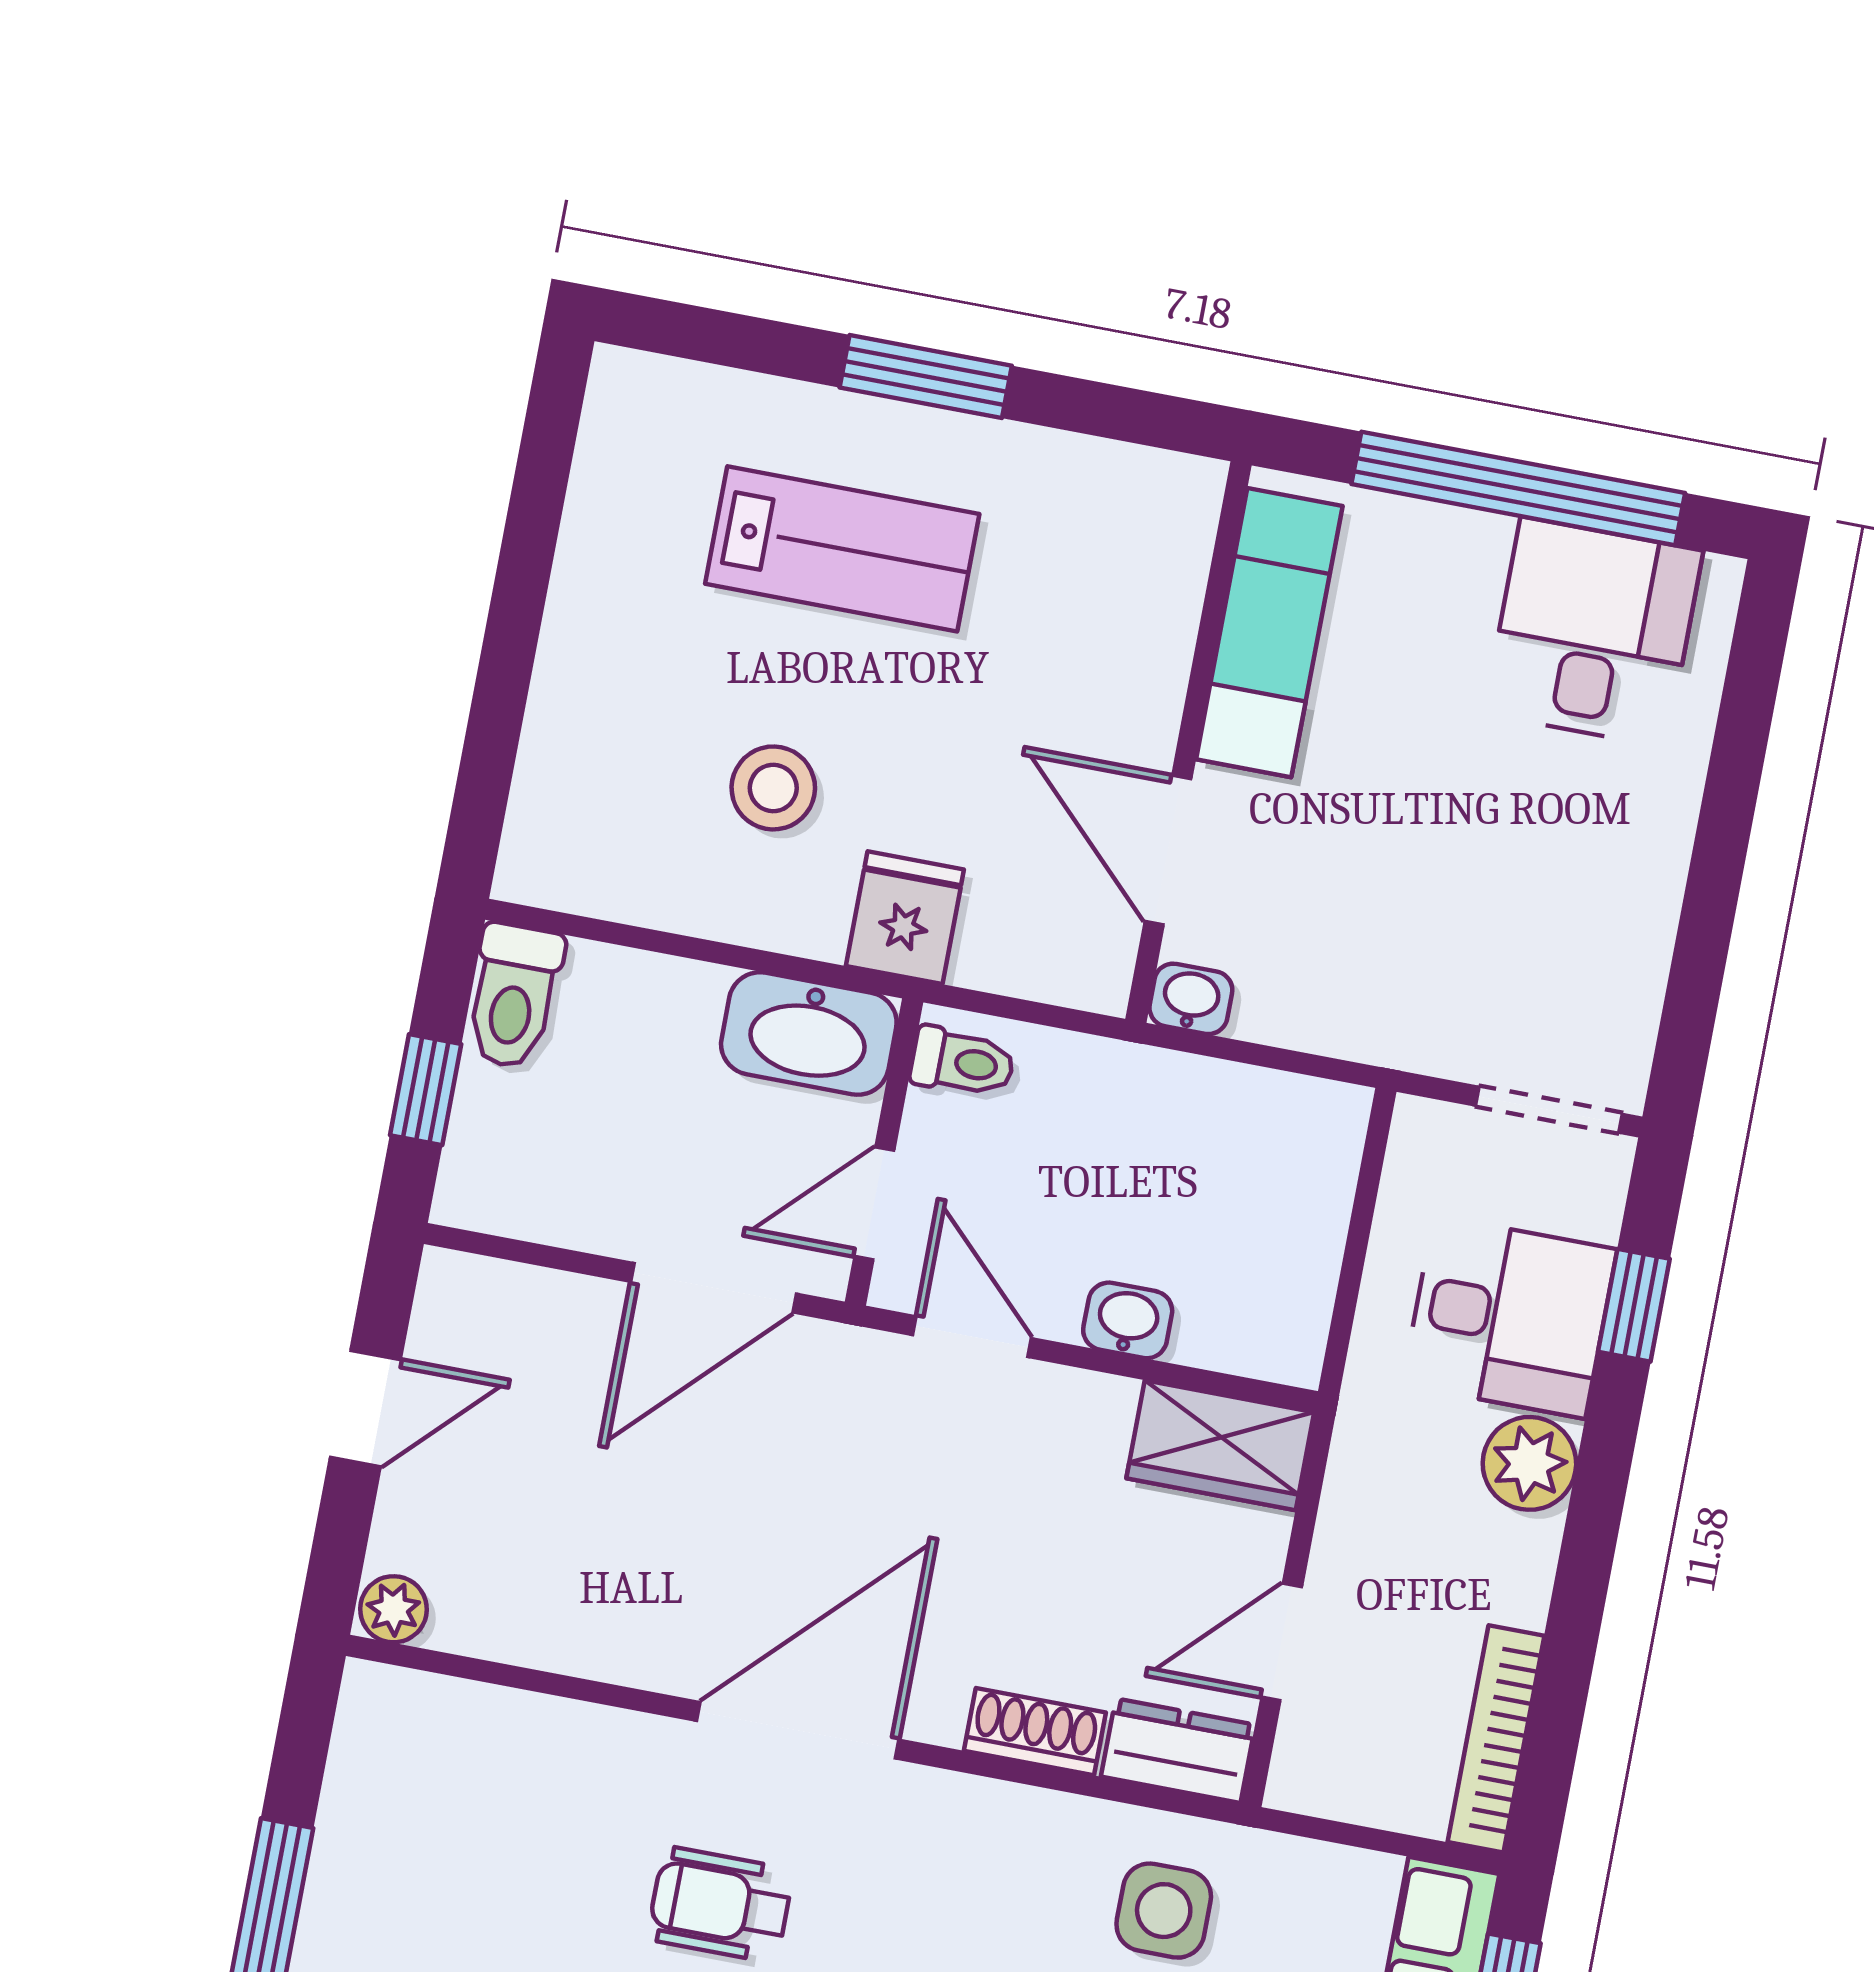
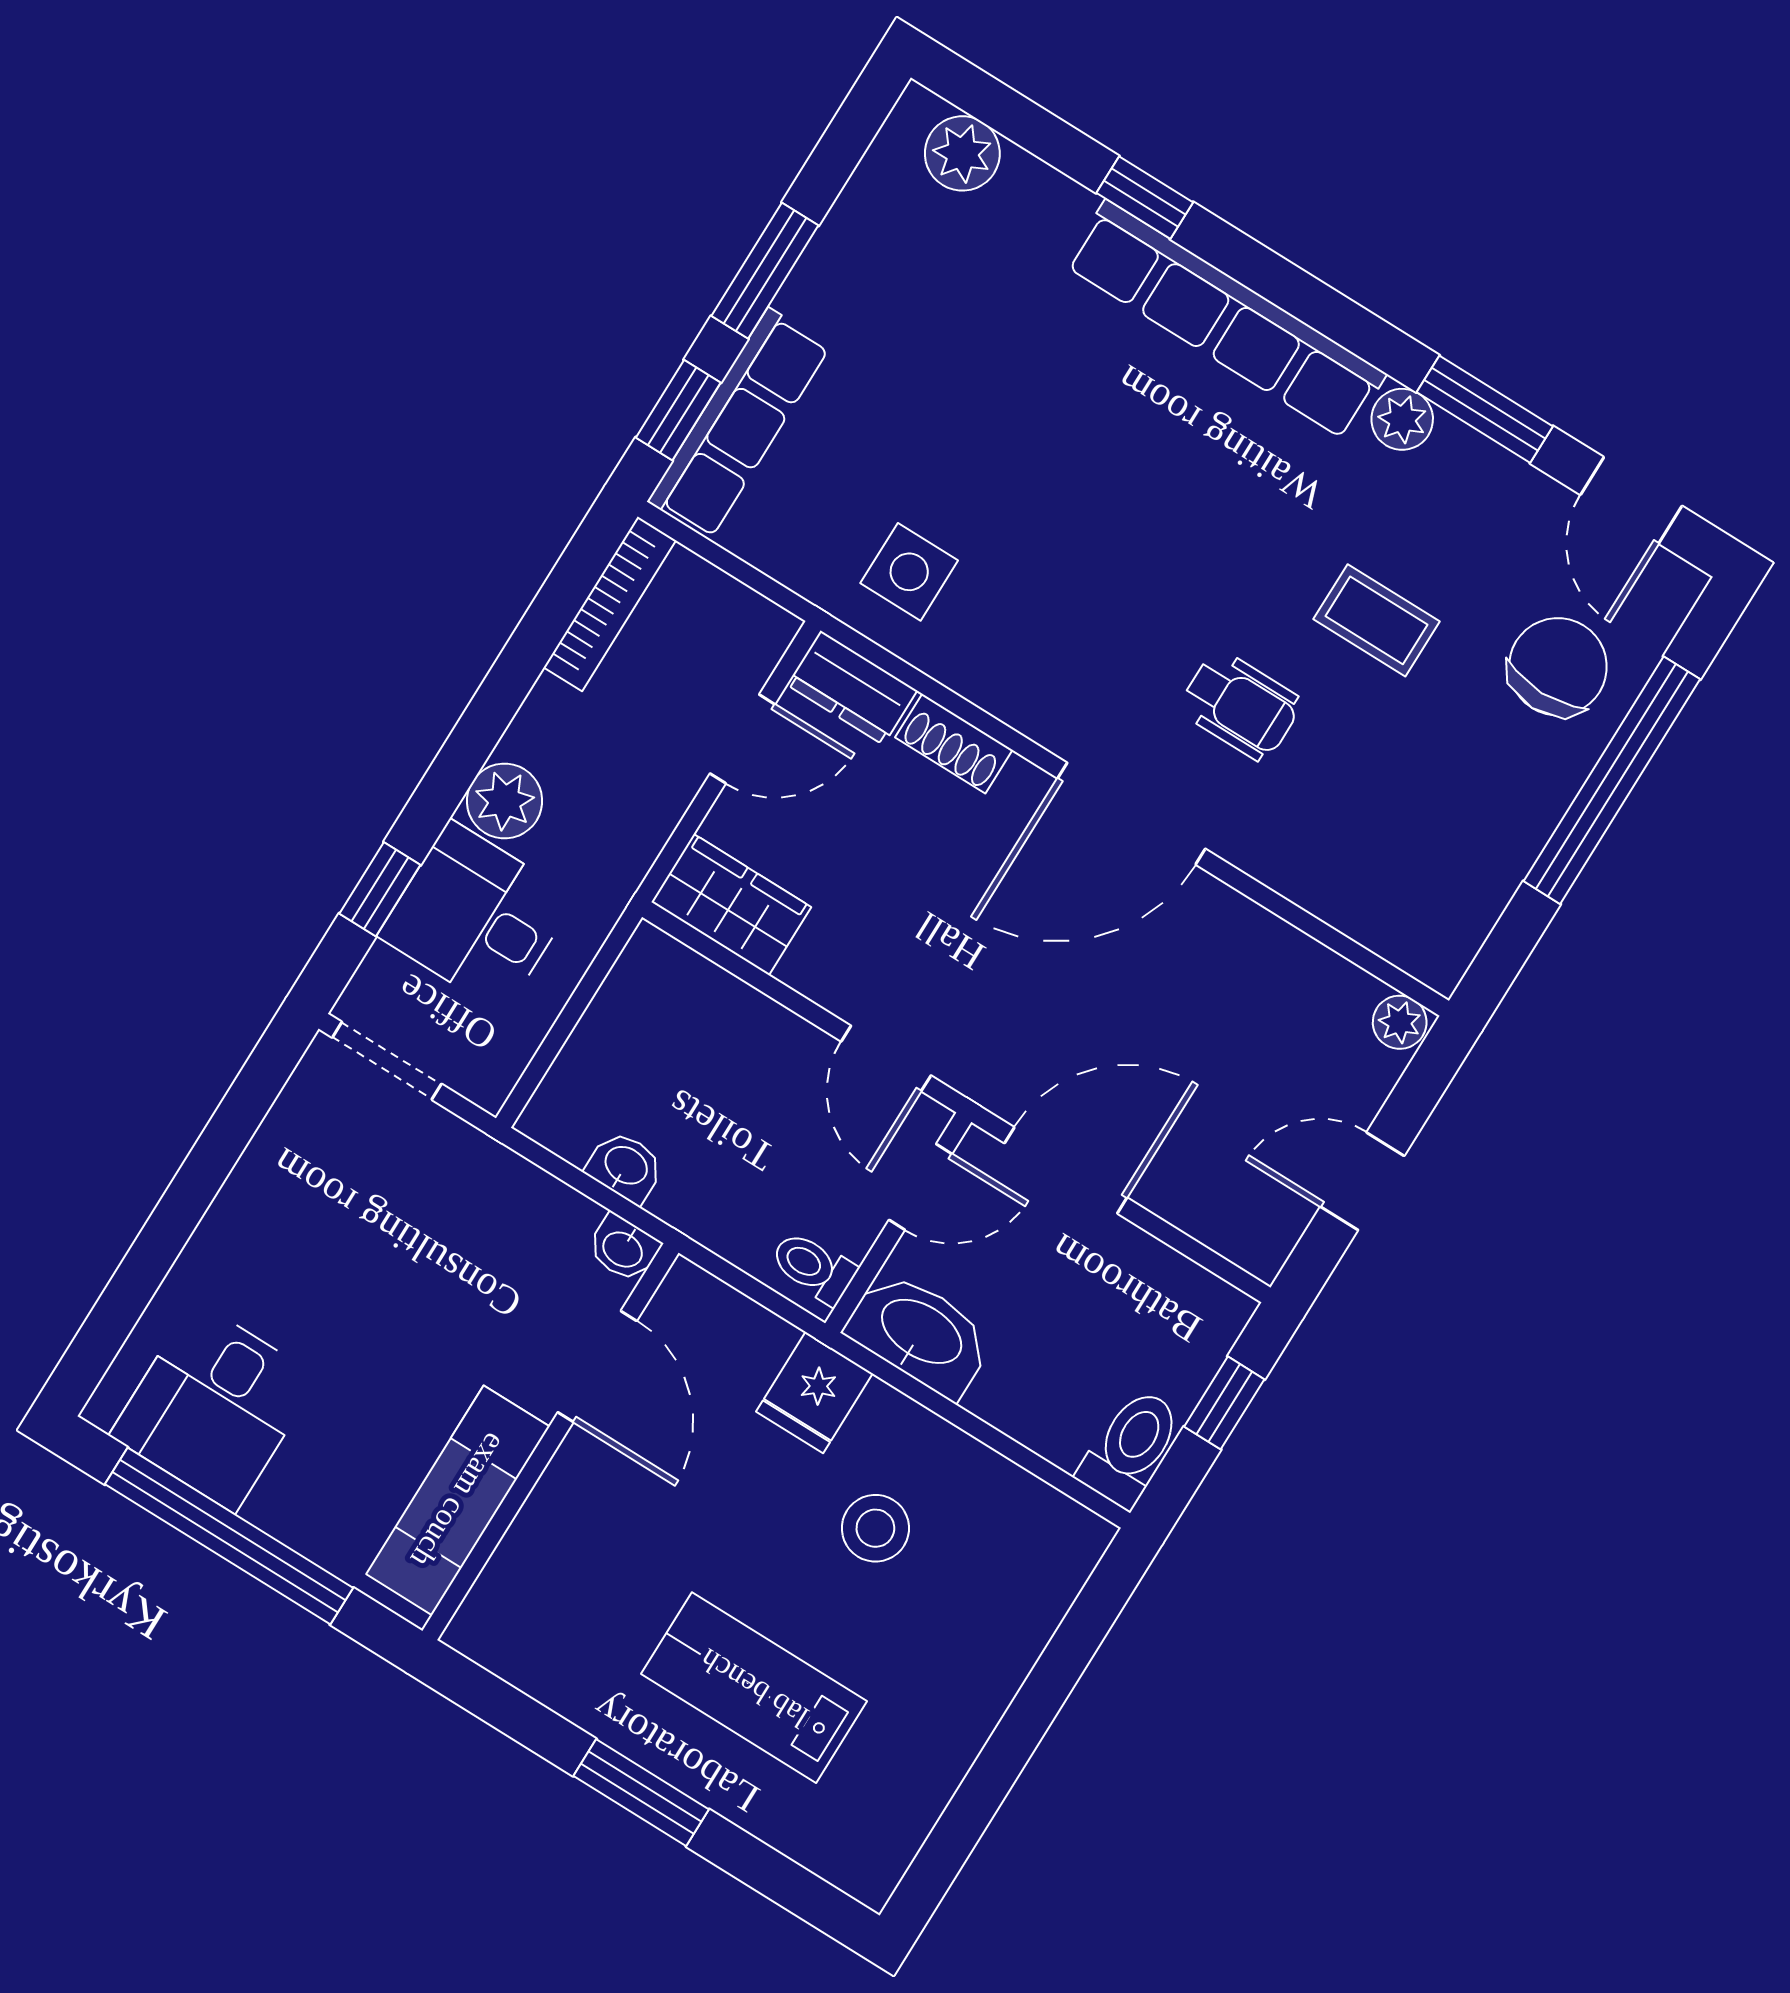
washbasin: (1128, 1320) -> (625, 1167), moved, turned 180

